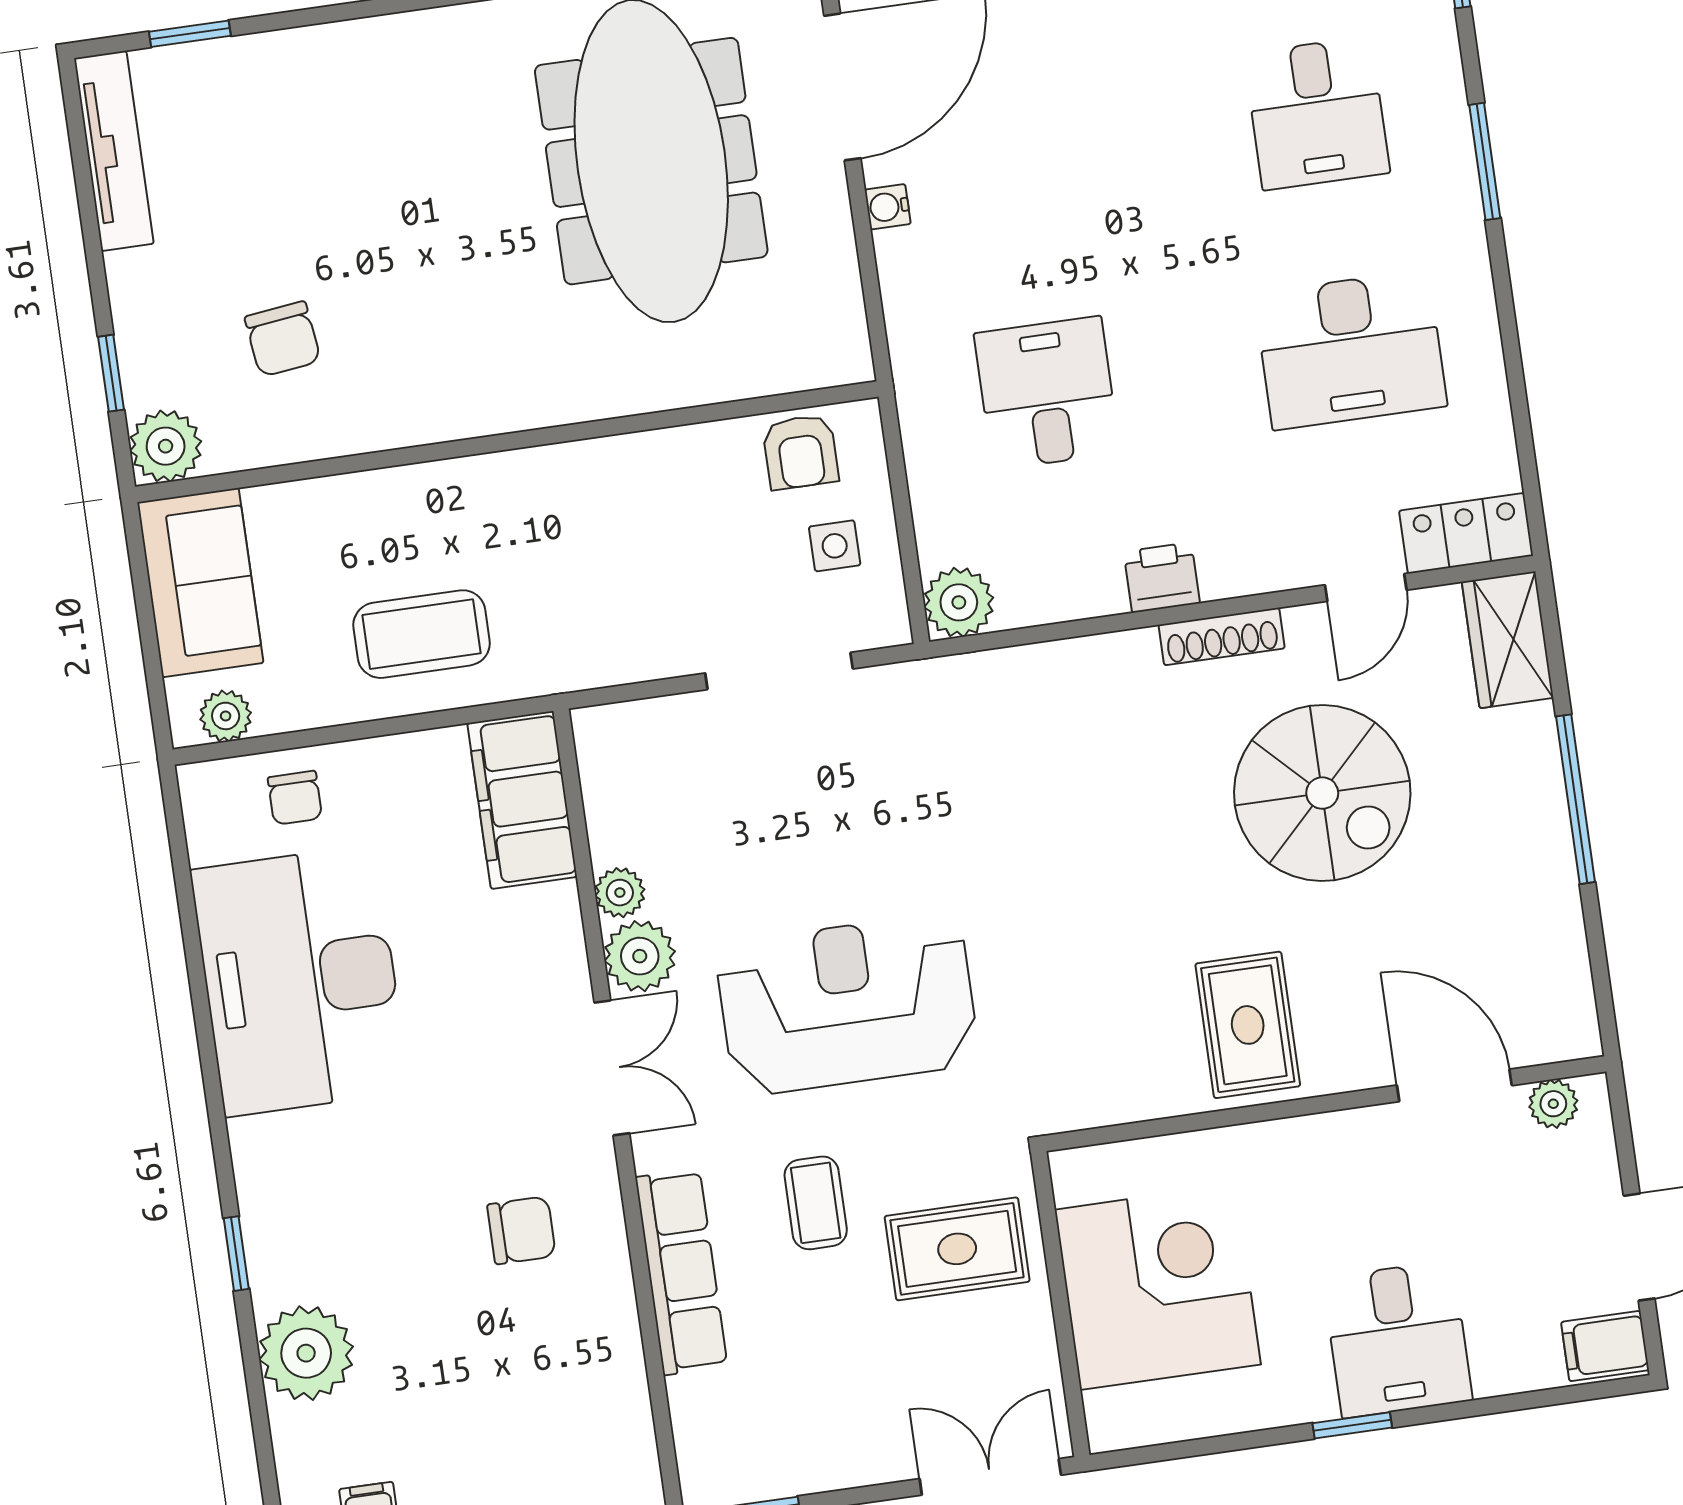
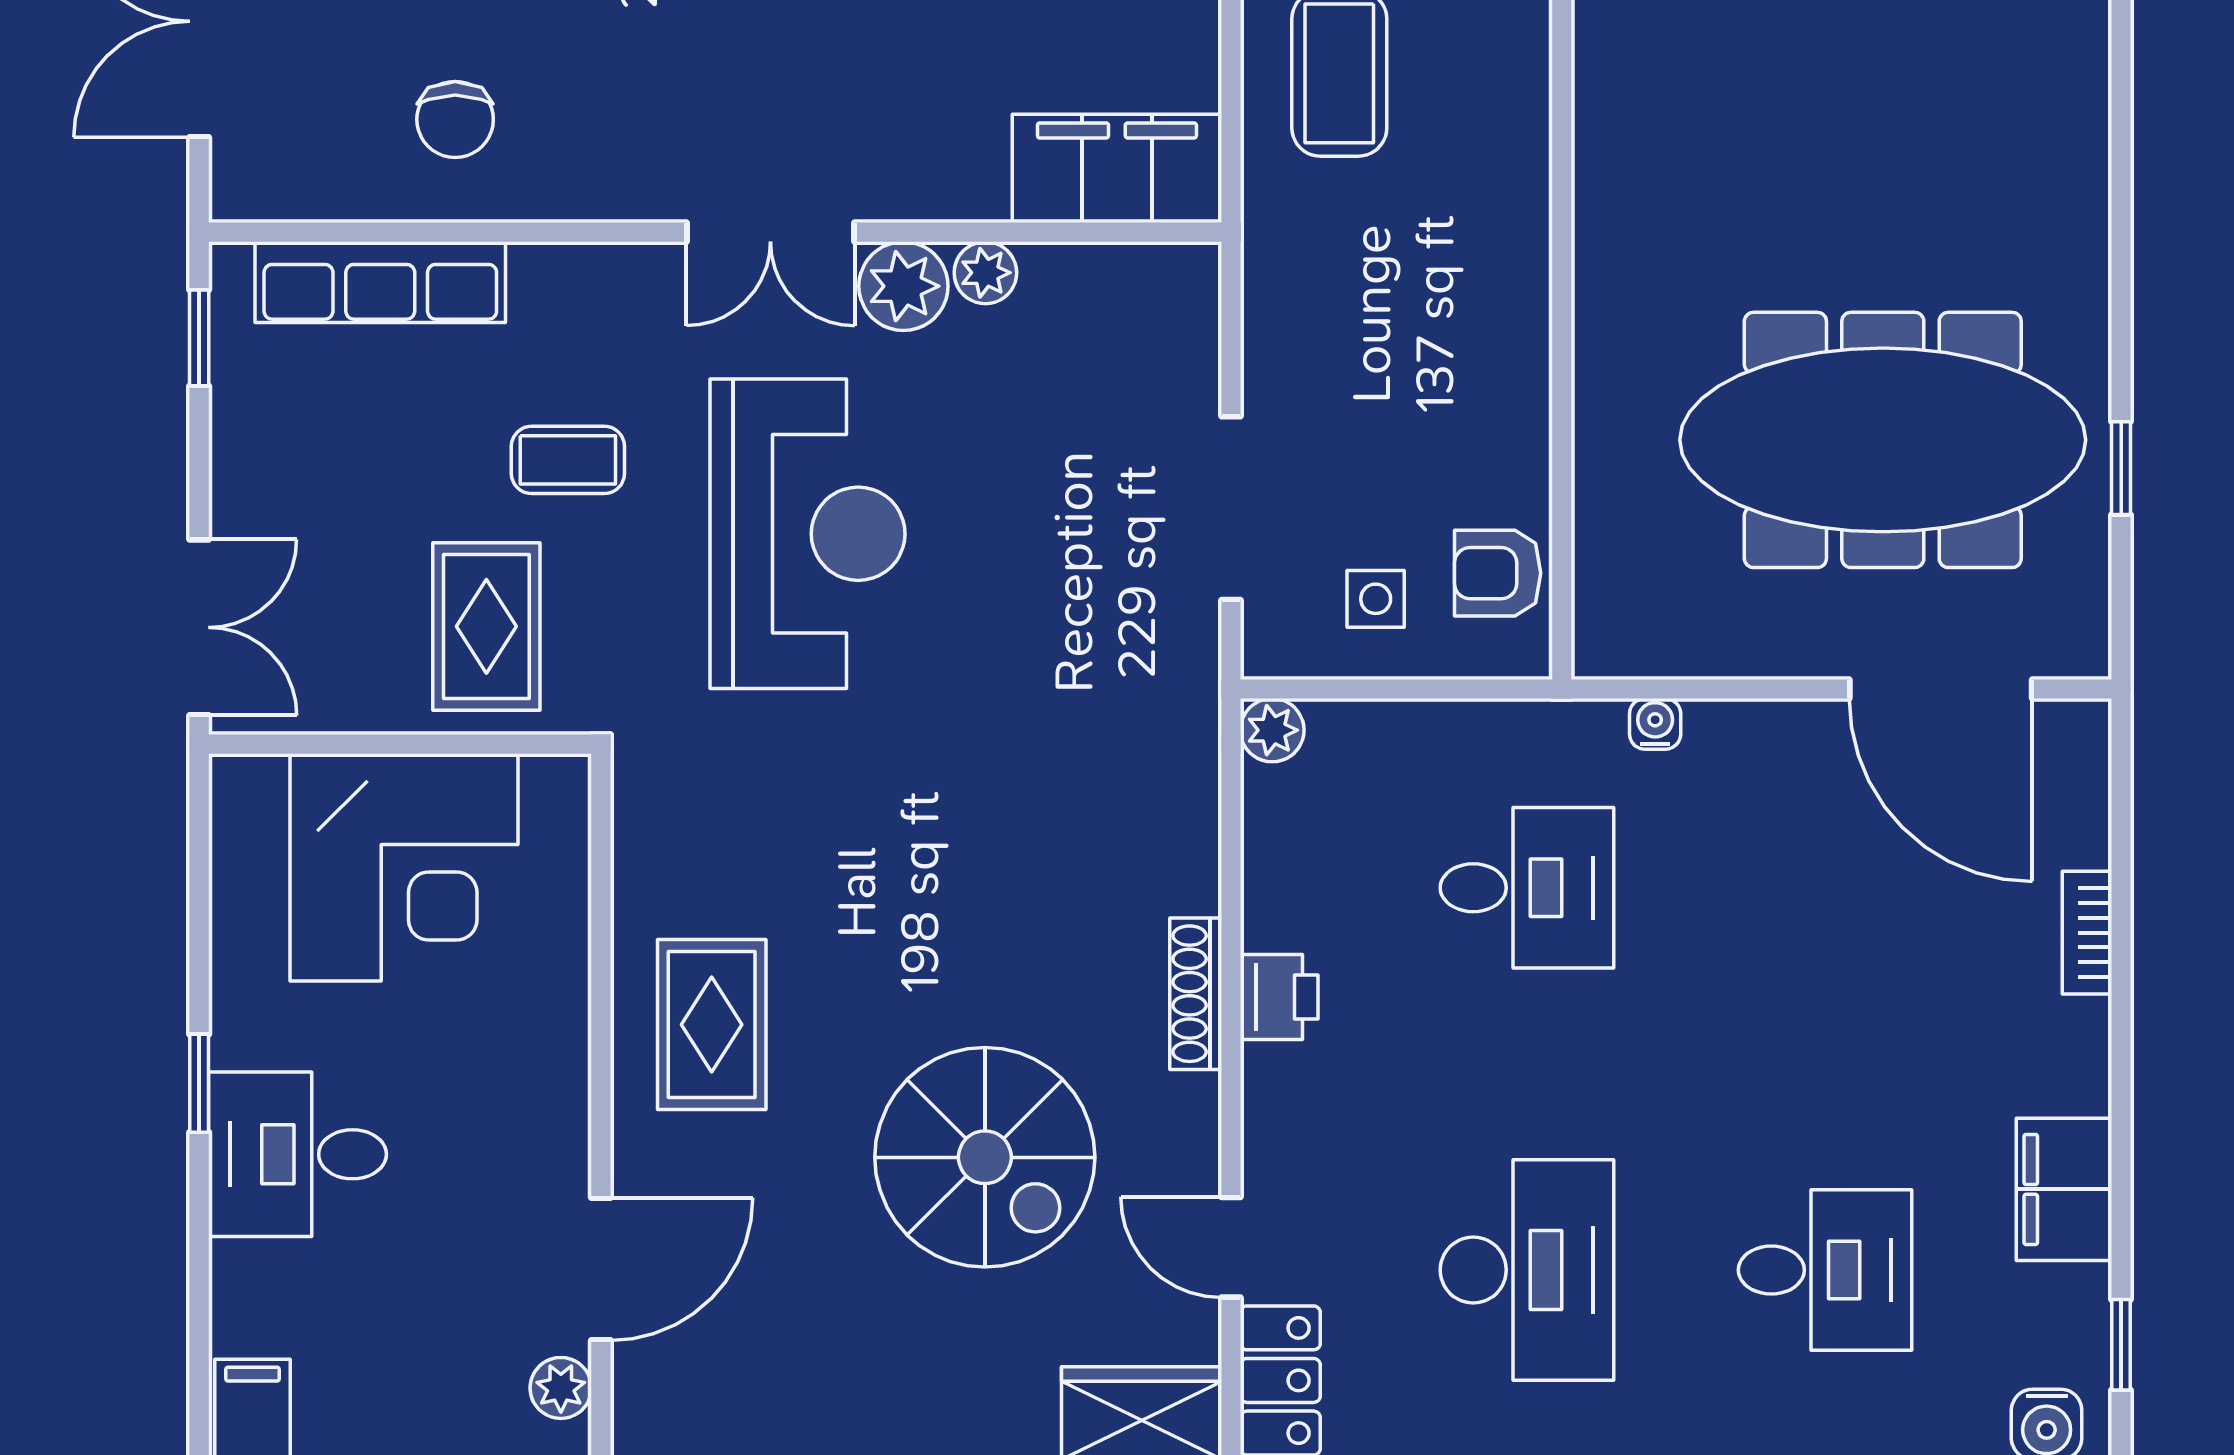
desk: (1317, 113) -> (1825, 1270), turned 180
water cooler: (888, 207) -> (1655, 724), moved
desk: (1351, 350) -> (1527, 1270), turned 180
plant: (959, 602) -> (1272, 730), width x0.73, depth x0.73
shoe rack: (1222, 637) -> (1196, 994), moved
spiral stairs: (1322, 793) -> (985, 1157), turned -90
rug: (1248, 1025) -> (712, 1025), turned 90
chair: (521, 1230) -> (455, 119), moved
row of seats: (681, 1272) -> (380, 282), moved

